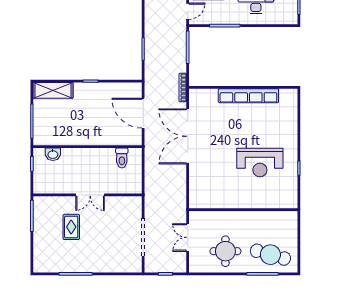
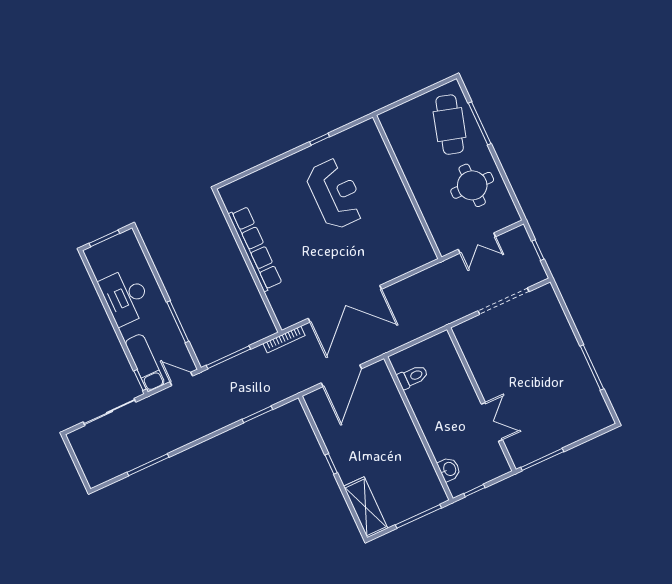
double door: (90, 195) -> (492, 422), moved
rug: (71, 227) -> (533, 401), removed

